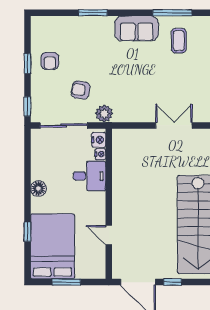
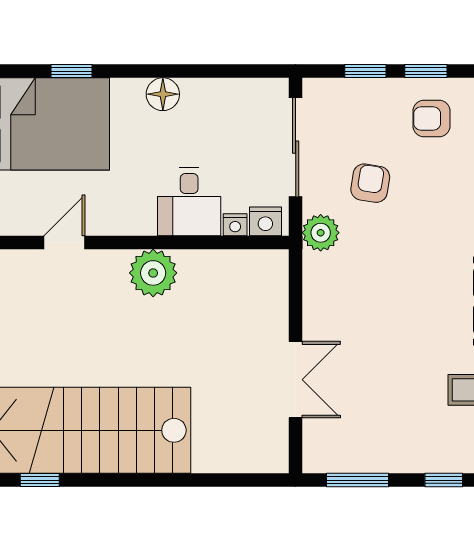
window: (27, 106) -> (365, 71), moved
plant: (123, 193) -> (153, 273), added

